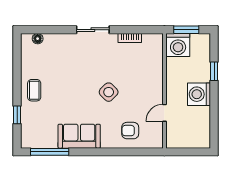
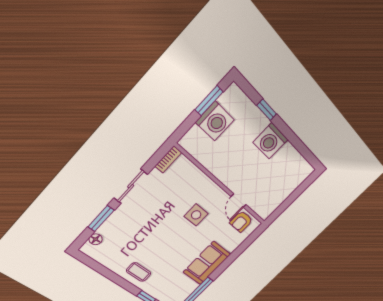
window: (56, 30) -> (101, 218), added
wall: (164, 91) -> (222, 186), moved
side table: (109, 92) -> (196, 215), turned 45
door: (164, 113) -> (239, 201), moved

